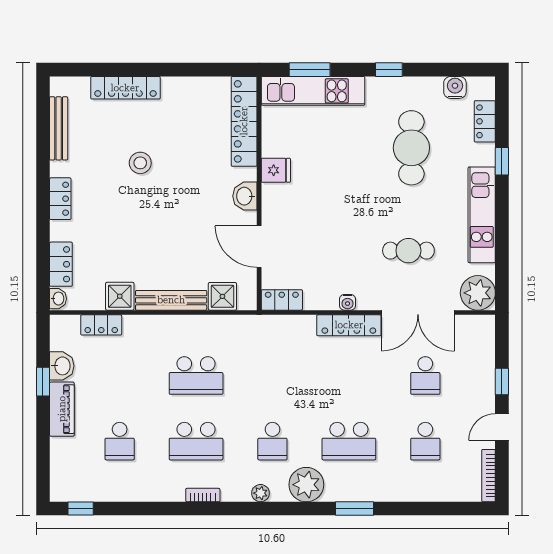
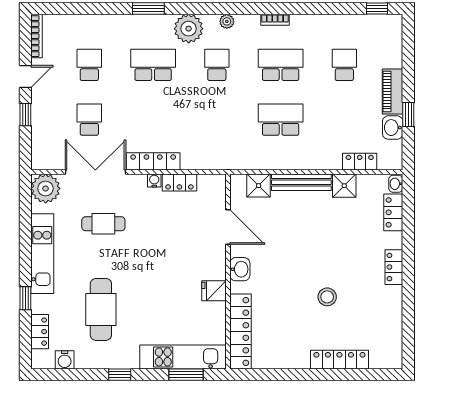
bench: (59, 128) -> (395, 326), removed
locker: (282, 300) -> (179, 183), moved

